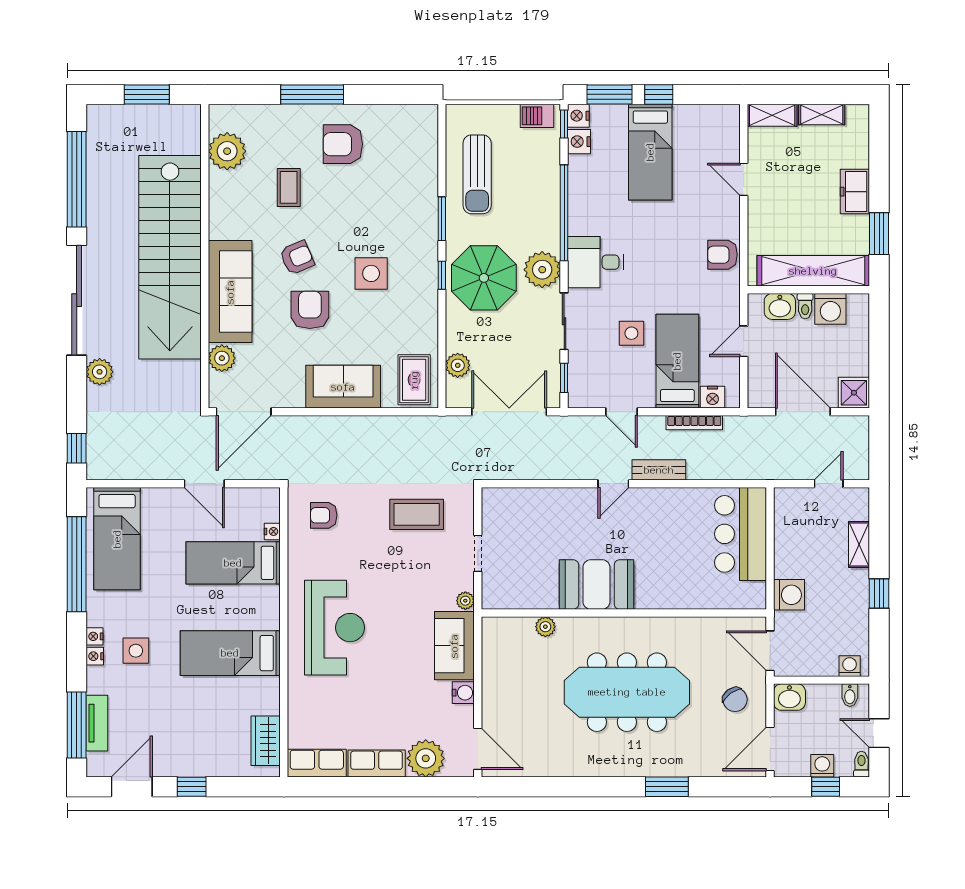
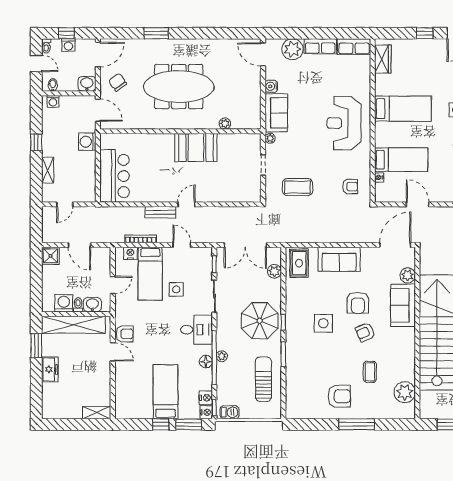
shelving: (822, 114) -> (69, 413), removed
door: (744, 179) -> (113, 352), moved
floor lamp: (579, 206) -> (206, 362), added
plant: (542, 270) -> (222, 356), moved, width x0.53, depth x0.53
sofa: (230, 292) -> (403, 305), width x0.73
door: (803, 412) -> (79, 245), width x0.73

